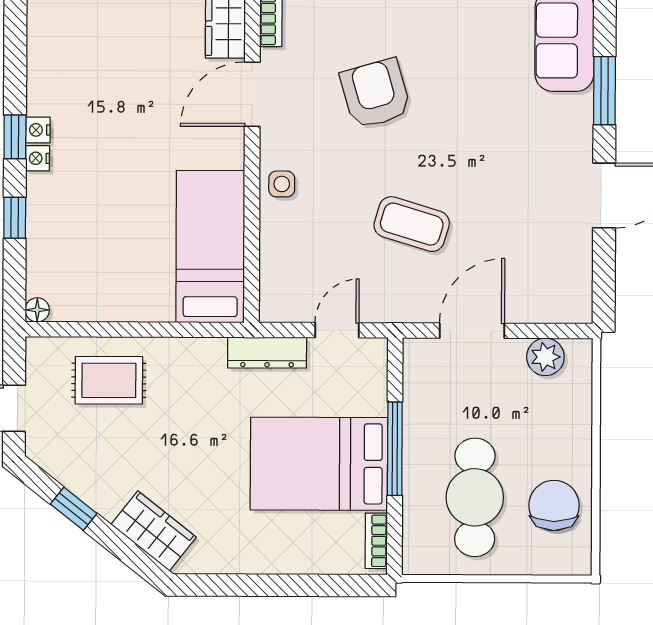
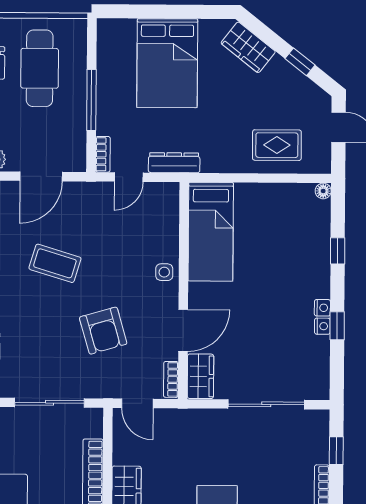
window: (15, 137) -> (337, 326), moved
nightstand: (38, 158) -> (322, 326), moved
coffee table: (412, 224) -> (55, 263), moved
bed: (319, 464) -> (167, 63), moved, turned 90
bookcase: (376, 541) -> (103, 154), moved

